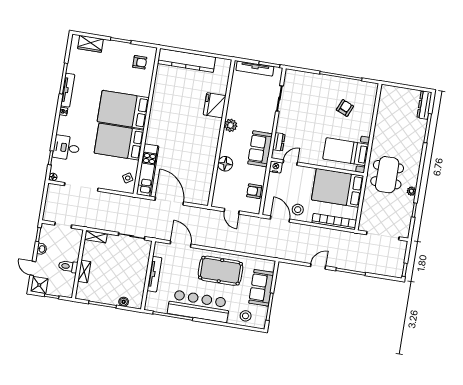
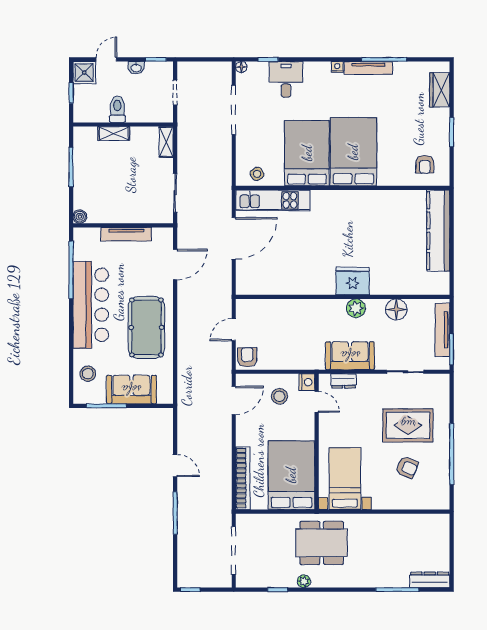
rug: (316, 103) -> (408, 425), added
fridge: (215, 105) -> (353, 281), moved
sofa: (260, 149) -> (350, 356), moved
floor lamp: (225, 164) -> (396, 309), moved
armchair: (254, 191) -> (247, 357), moved
stool: (298, 210) -> (279, 396), moved
boiler: (124, 302) -> (80, 217), moved

